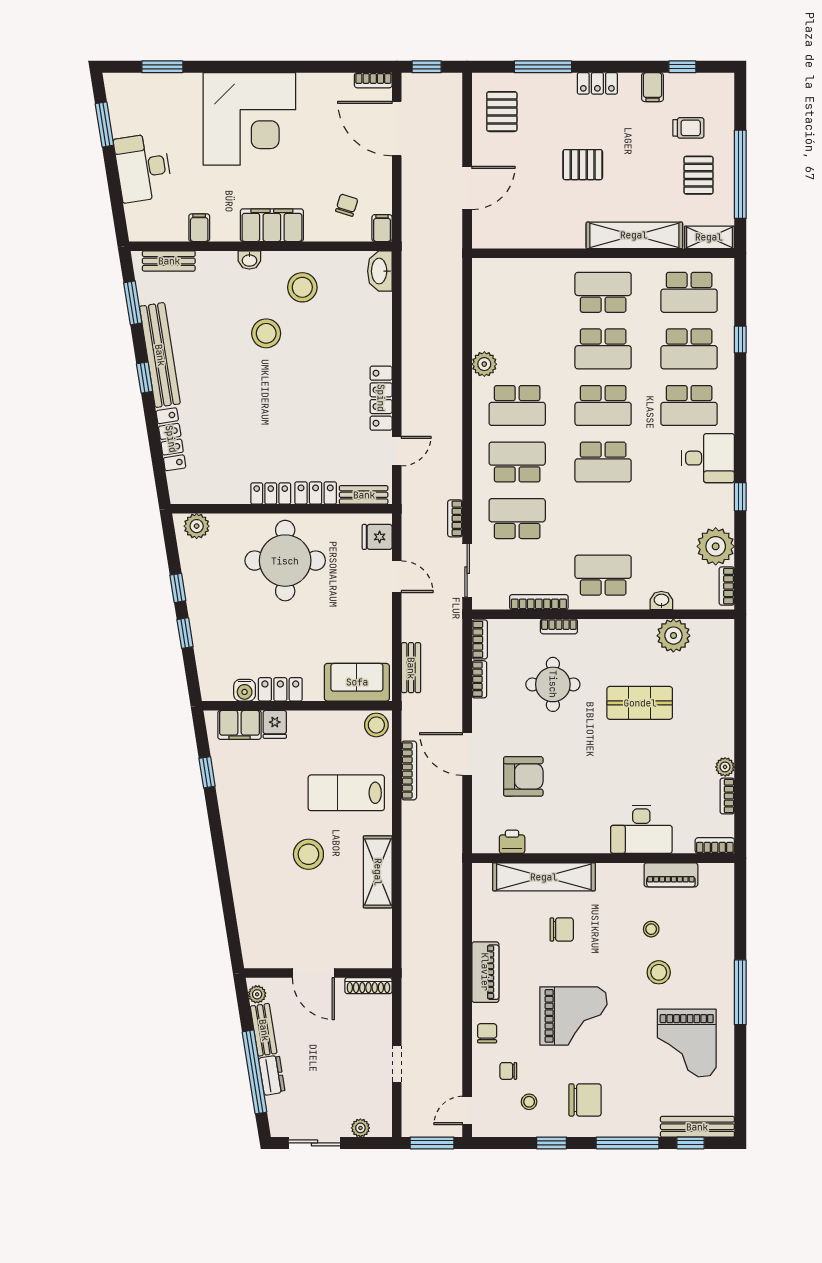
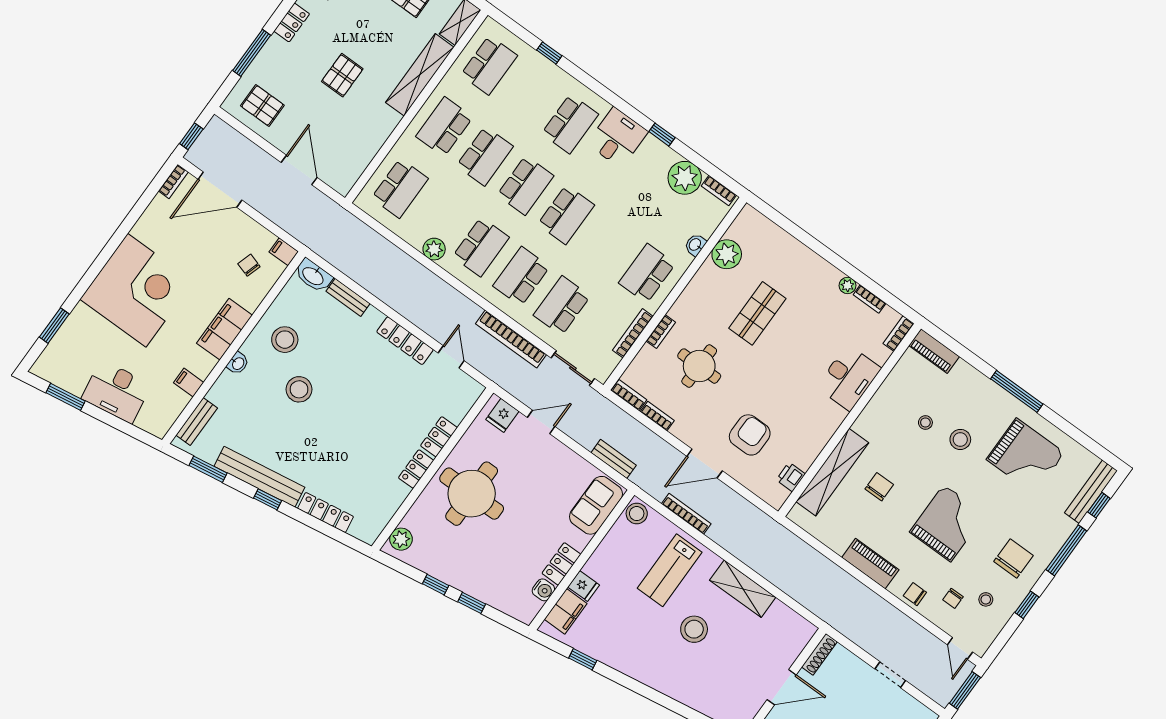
school desk: (689, 349) -> (400, 188), moved
bench: (364, 495) -> (348, 297), moved, turned 90
bookcase: (455, 518) -> (511, 339), width x2.31, depth x1.31
piano: (671, 875) -> (934, 351), moved, turned 90

